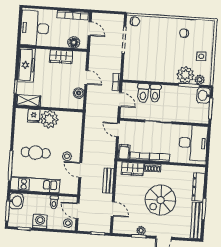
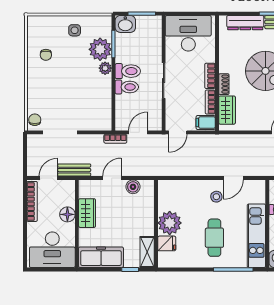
floor lamp: (74, 42) -> (67, 214), moved
plant: (200, 80) -> (105, 68), moved
toilet: (143, 93) -> (128, 71), moved
bench: (108, 181) -> (74, 170), moved

